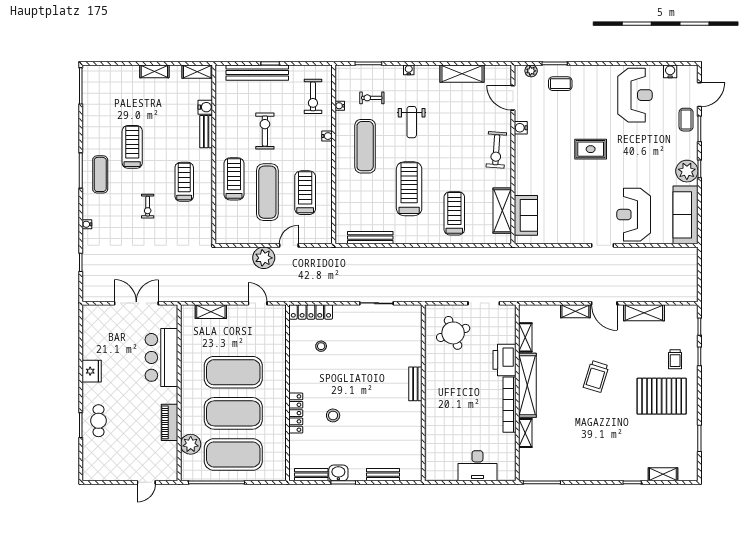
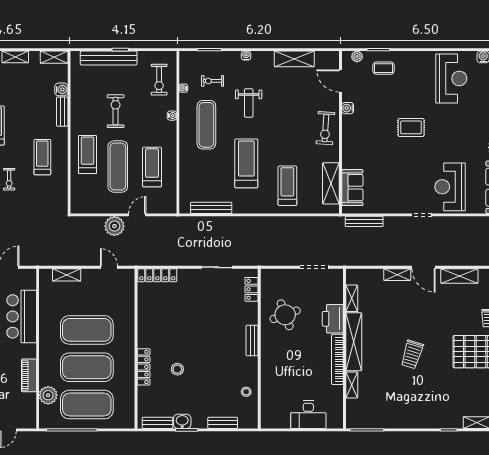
bench: (539, 253) -> (364, 221), added
locker: (415, 328) -> (251, 289), added
round table: (453, 333) -> (285, 315), moved
stool: (321, 346) -> (246, 392), moved
trolley: (596, 376) -> (412, 354), moved

